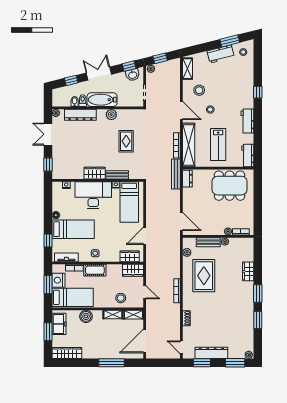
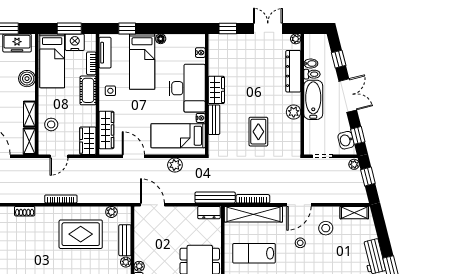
rug: (126, 141) -> (258, 132), turned 90
plant: (151, 204) -> (175, 165), added
door: (181, 221) -> (152, 205), swing flipped
wardrobe: (130, 256) -> (106, 130), width x1.50

